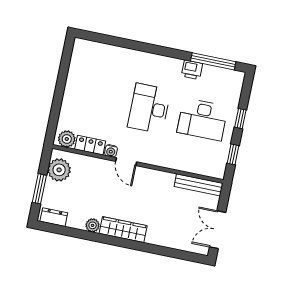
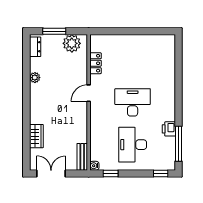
window: (240, 119) -> (161, 173), moved
plant: (67, 139) -> (97, 44), removed
water cooler: (111, 151) -> (94, 166), moved
bench: (199, 185) -> (82, 157), width x0.73
wardrobe: (123, 230) -> (36, 136), moved, width x0.67

